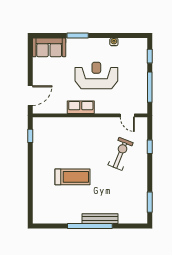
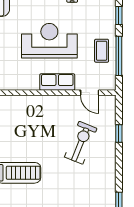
coffee table: (137, 83) -> (102, 51), added
row of seats: (81, 107) -> (57, 82), moved

